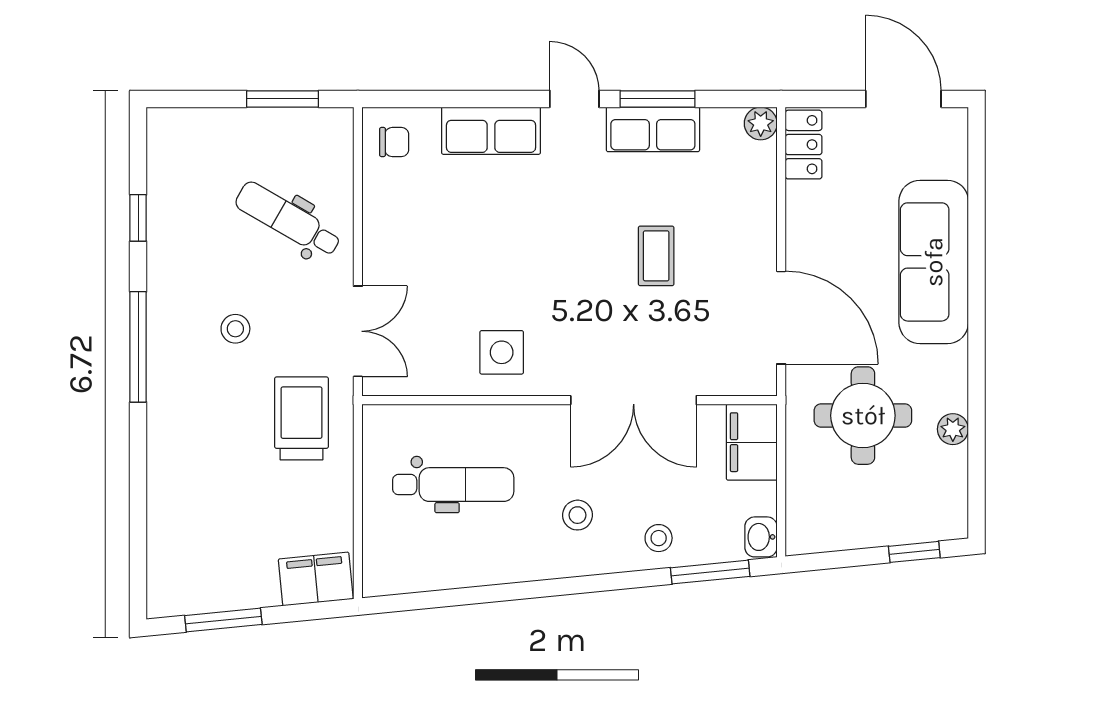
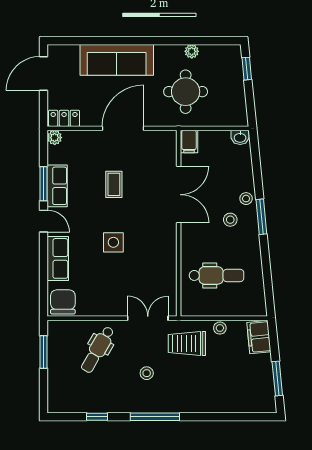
door: (574, 99) -> (44, 221), swing flipped
chair: (394, 142) -> (63, 302), width x1.87, depth x1.87
coffee table: (656, 256) -> (114, 184), turned 90
door: (781, 318) -> (123, 128), moved
side table: (502, 352) -> (113, 242), moved
filing cabinet: (752, 442) -> (189, 142), width x0.50
dental chair: (453, 485) -> (217, 275), turned 90
stool: (336, 492) -> (220, 328), added
stool: (659, 538) -> (246, 199), moved
window: (710, 572) -> (261, 217), moved

